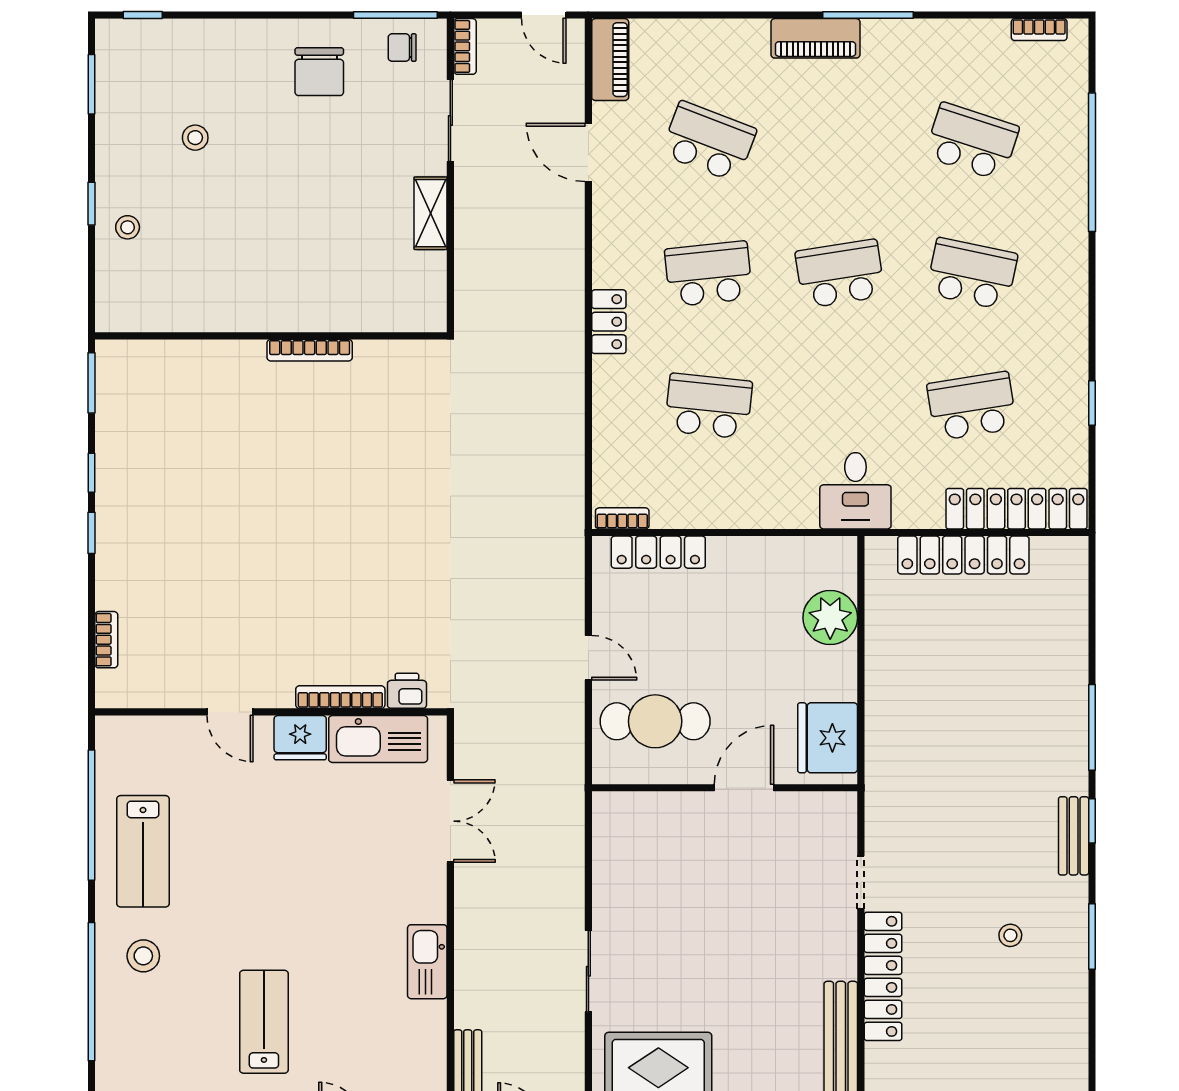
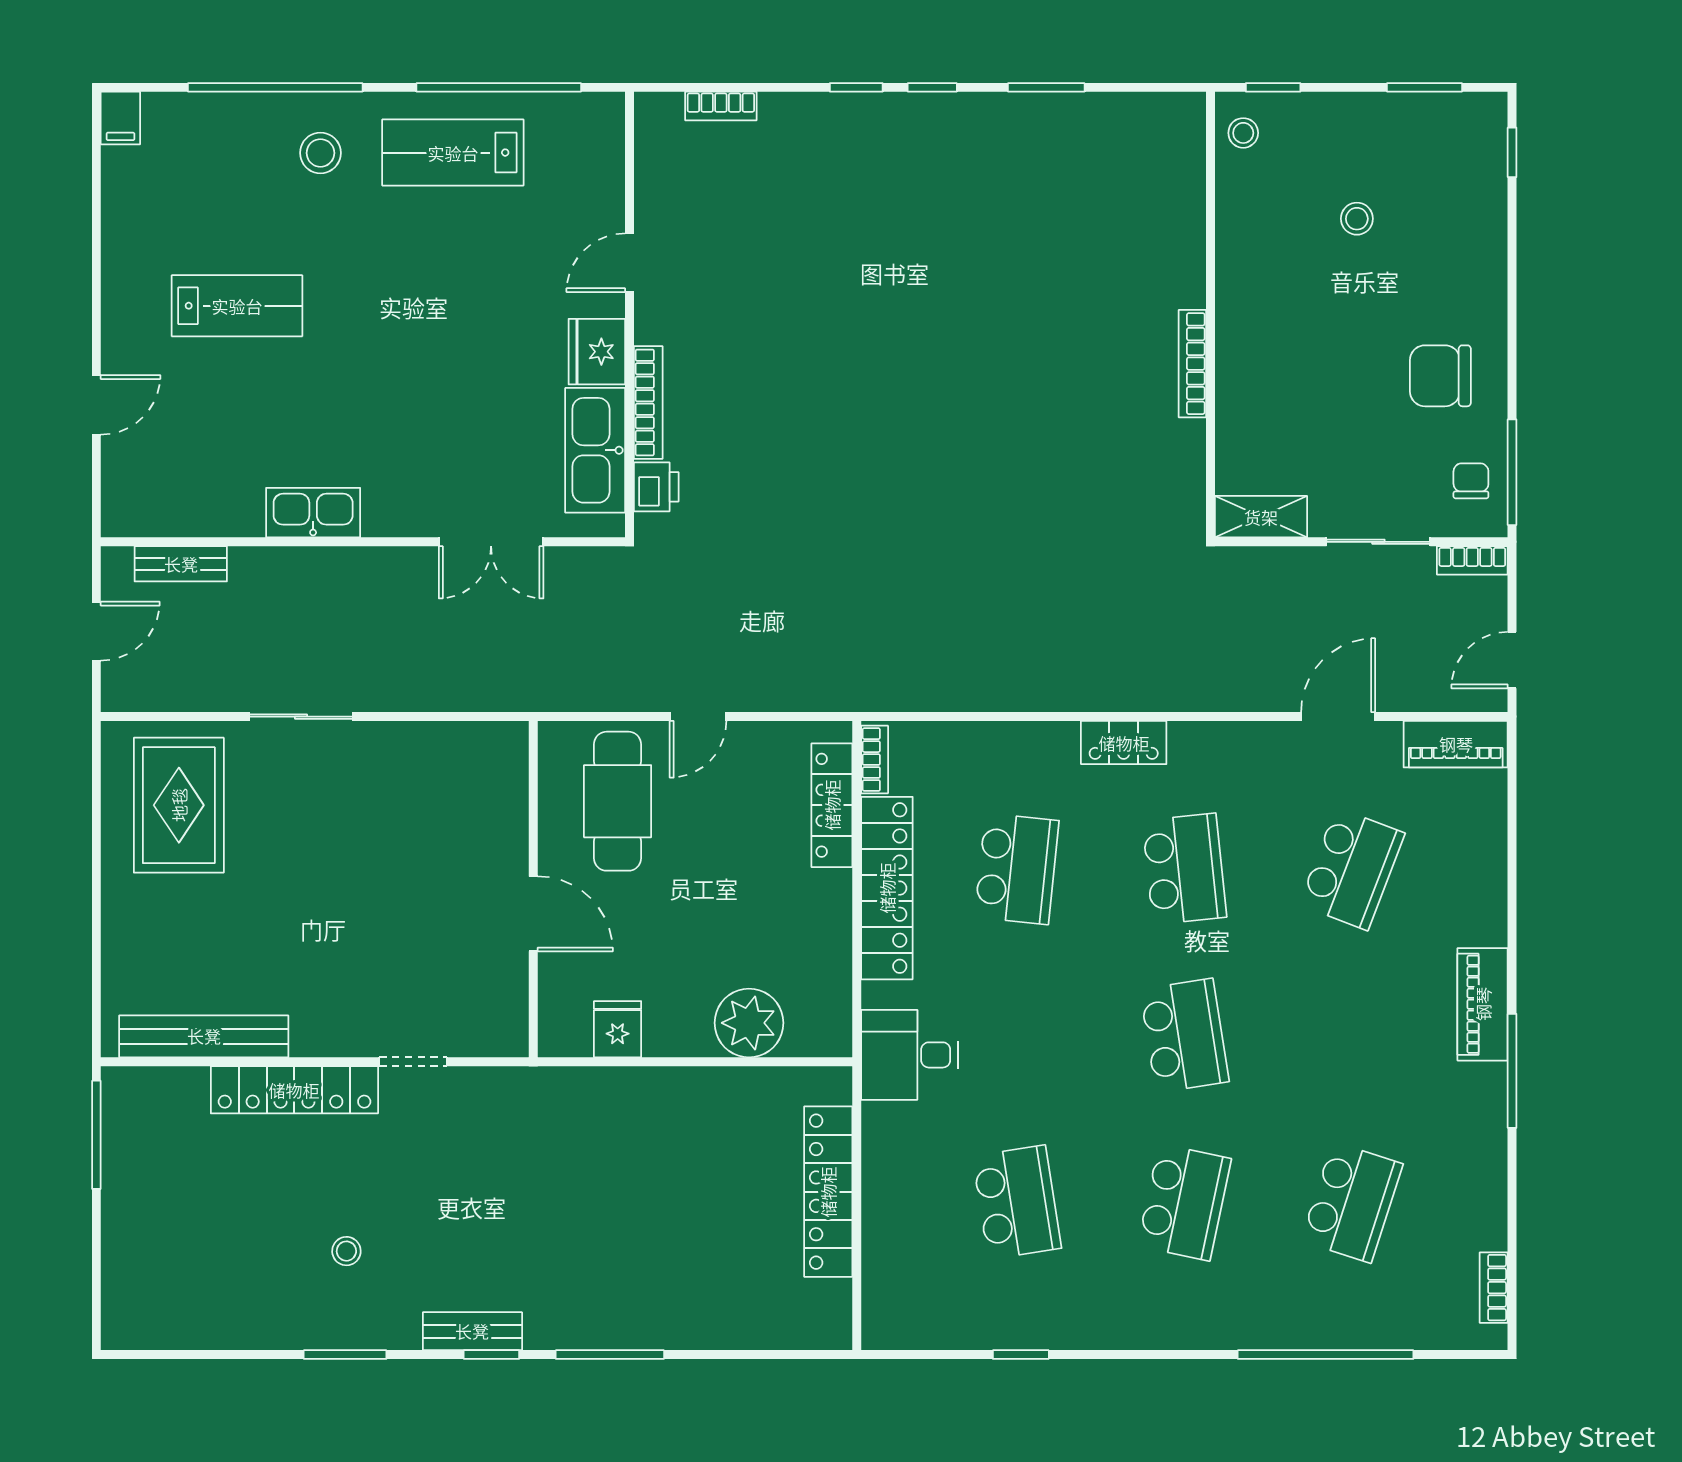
wall: (271, 336) -> (1211, 315), moved
bookcase: (310, 350) -> (1192, 364), moved
locker: (1016, 509) -> (887, 888), moved
fridge: (828, 738) -> (618, 1029), width x0.53, depth x0.75

